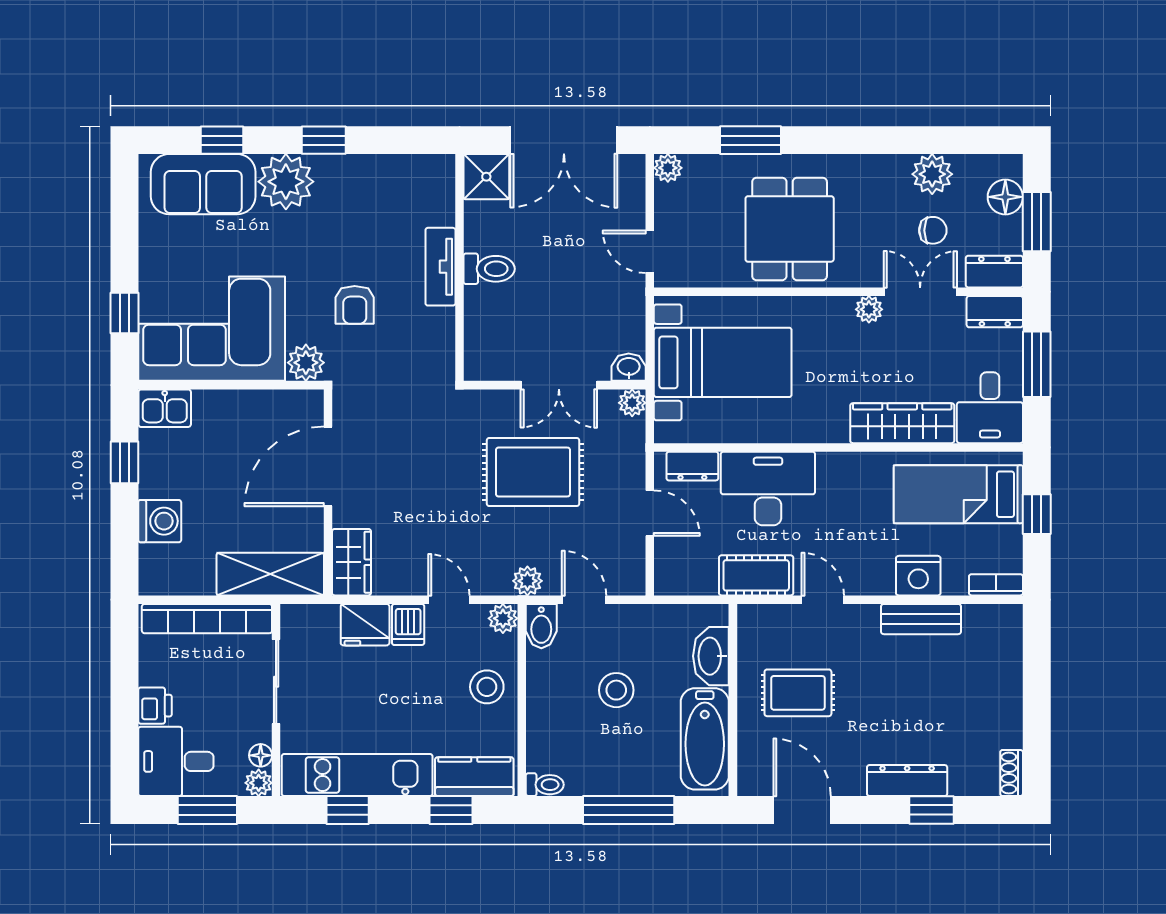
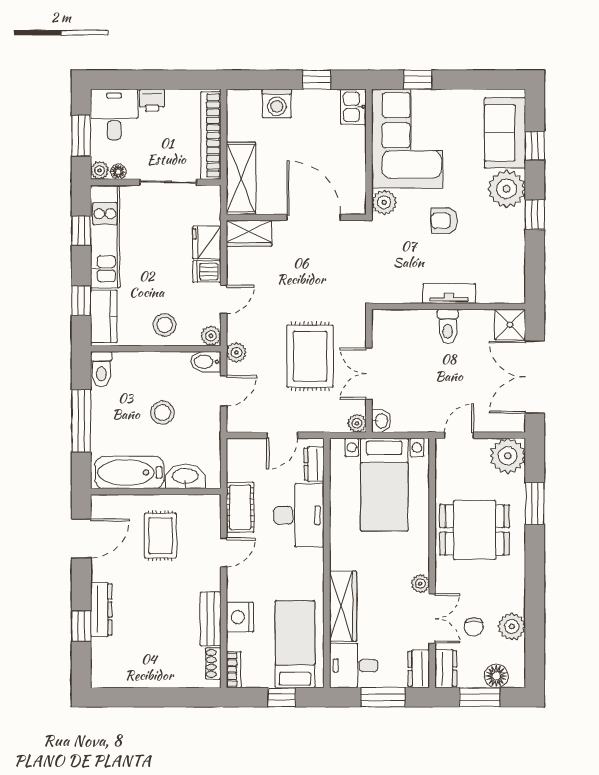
plant: (668, 168) -> (508, 456), width x1.87, depth x1.87
armchair: (355, 305) -> (444, 221), moved
shoe rack: (1012, 773) -> (213, 663), moved, turned -90
toilet: (545, 785) -> (101, 369), width x1.37, depth x1.39

